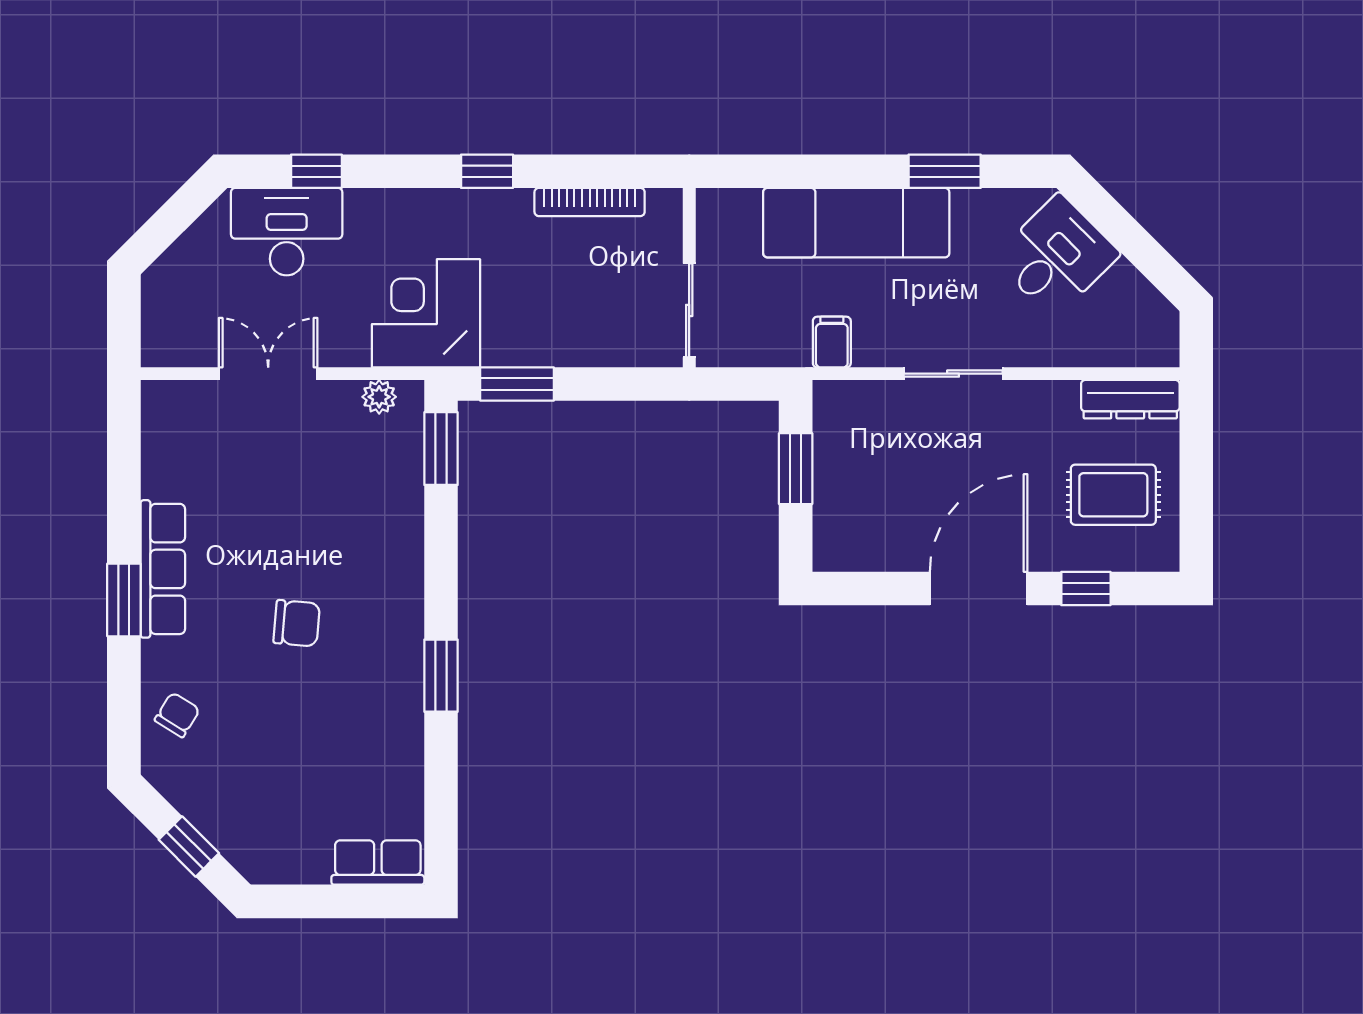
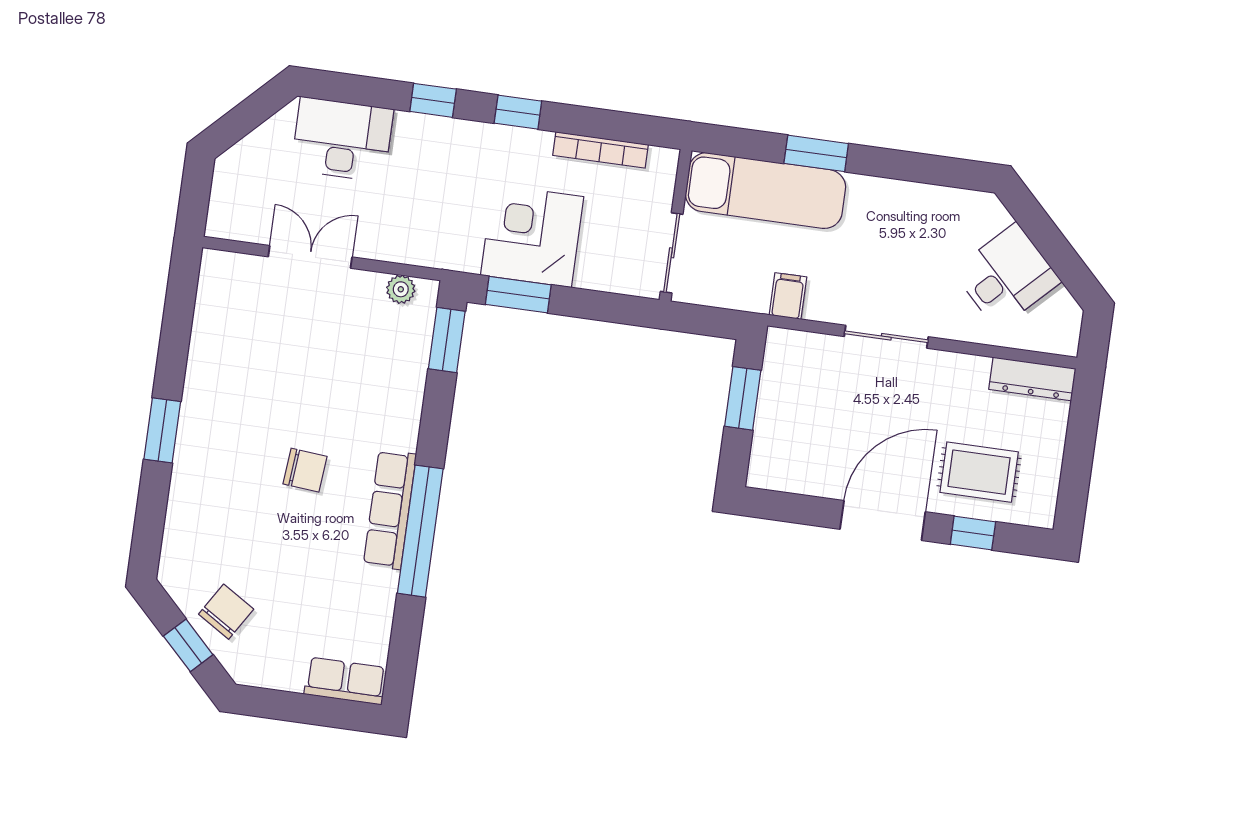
window: (316, 171) -> (433, 100), moved
window: (945, 171) -> (816, 153), moved
exam couch: (856, 223) -> (765, 191), moved
desk: (1056, 256) -> (1007, 276), moved
corner desk: (426, 313) -> (532, 236), moved
rug: (1113, 495) -> (979, 472), moved
row of seats: (163, 569) -> (390, 509), moved, turned 180
window: (441, 676) -> (420, 531), width x2.11
chair: (177, 715) -> (226, 612), moved, width x1.37, depth x1.37

